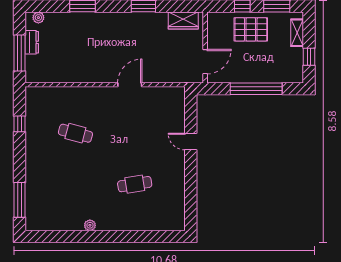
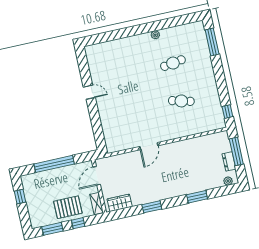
shelving: (297, 33) -> (97, 204), moved
window: (19, 124) -> (227, 112), moved
door: (191, 142) -> (89, 92), moved
cafe table: (135, 184) -> (173, 63), moved

